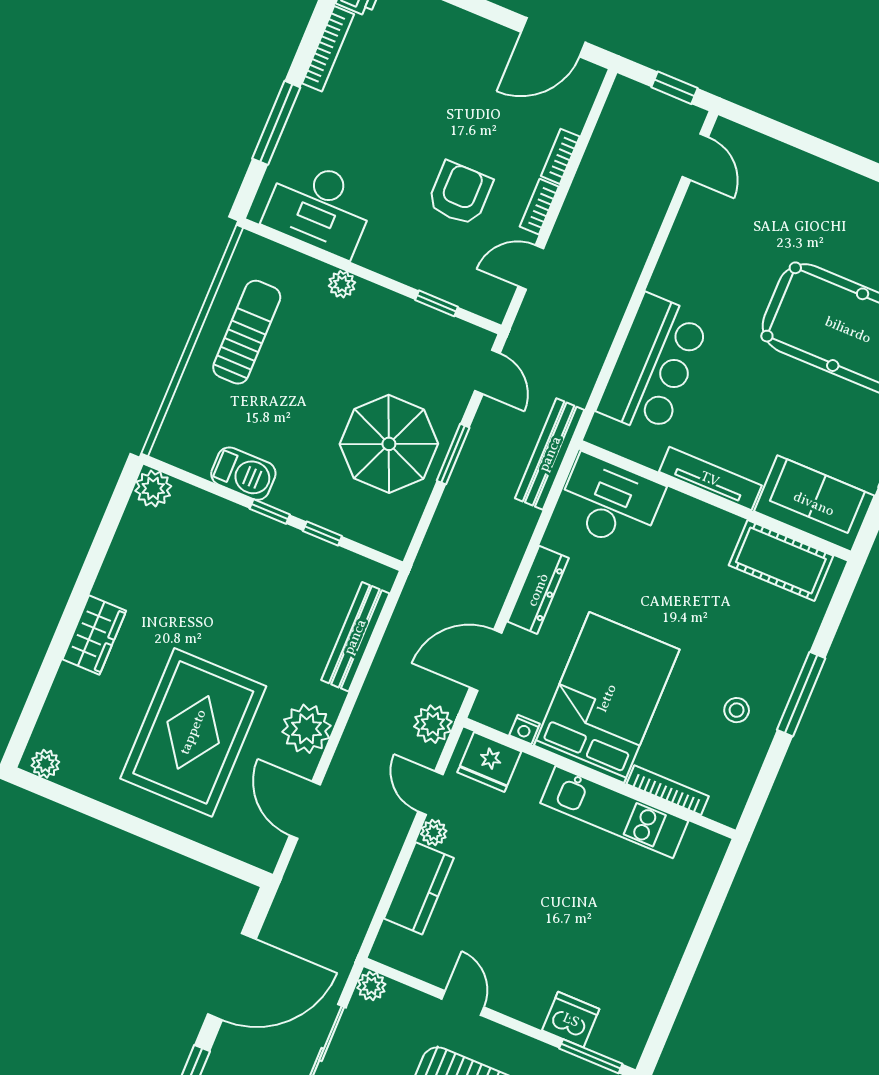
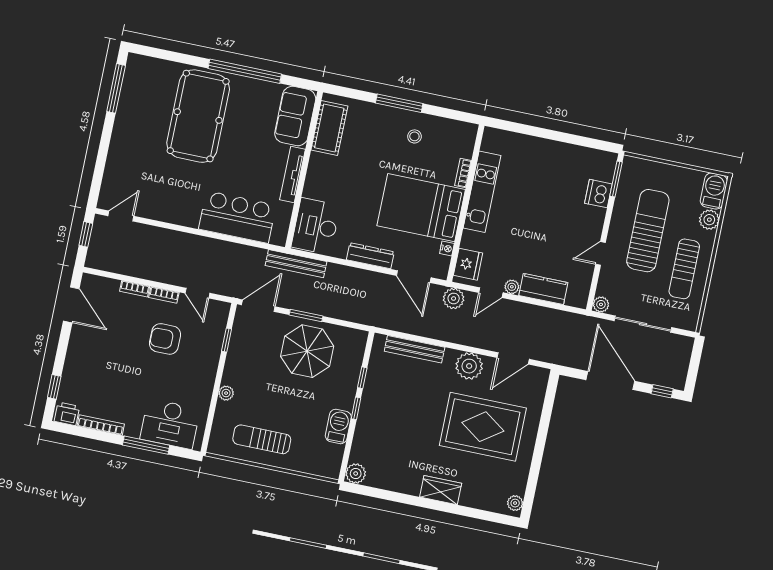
desk: (320, 208) -> (170, 424), moved, turned 90
door: (487, 372) -> (258, 306), width x1.38
bookcase: (668, 790) -> (463, 173), width x0.64

